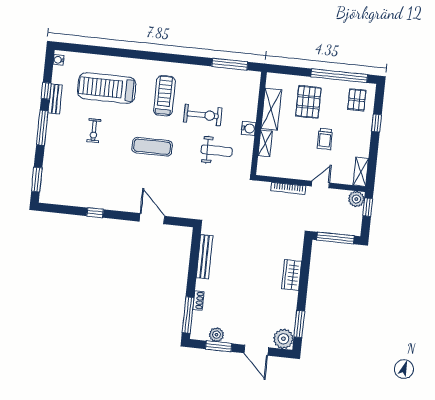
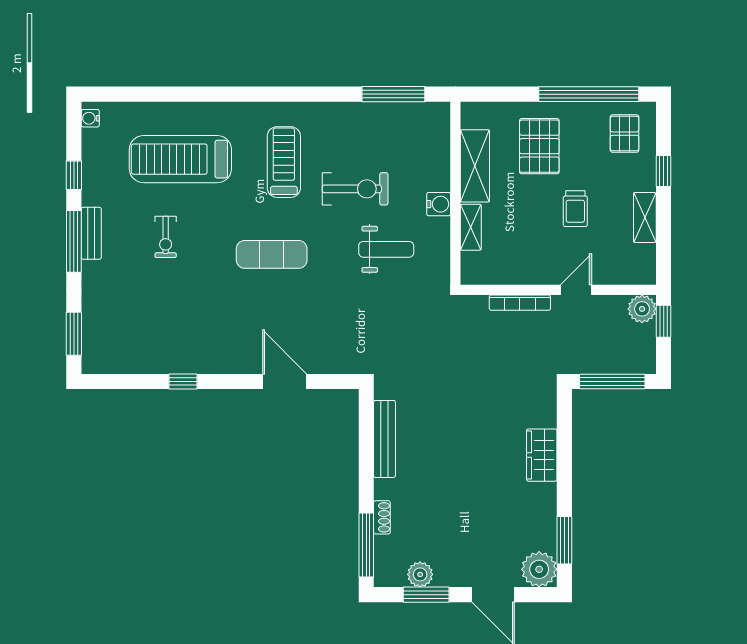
bench: (55, 99) -> (91, 233), moved
shelving: (361, 172) -> (645, 218), moved

